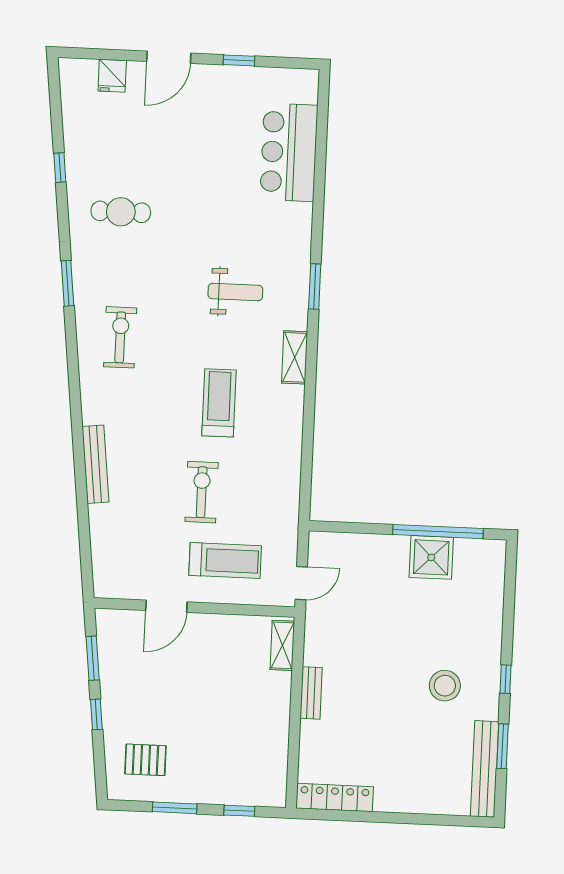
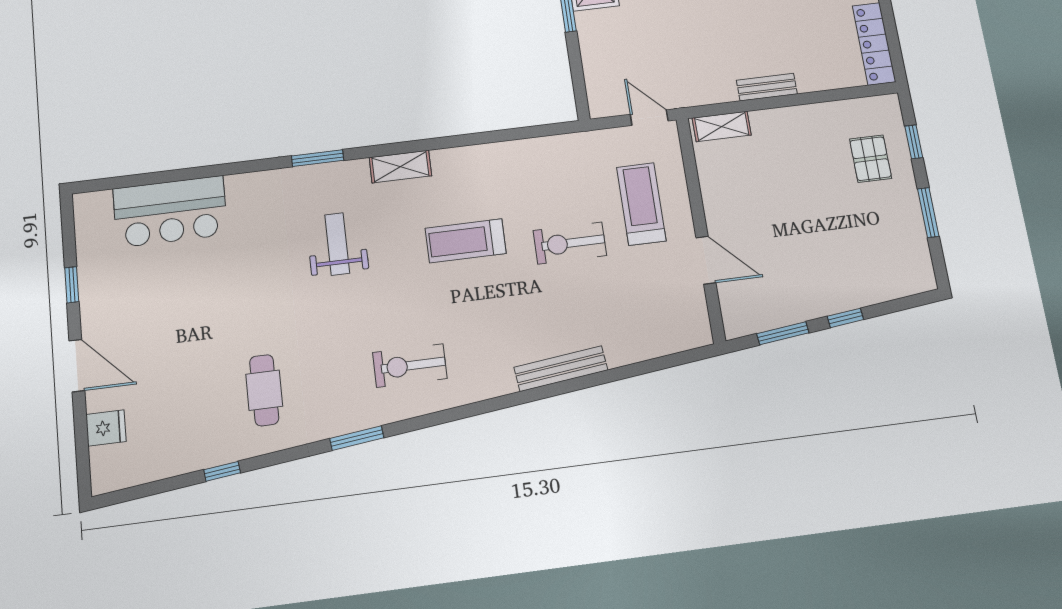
pallet: (145, 760) -> (871, 159), moved

